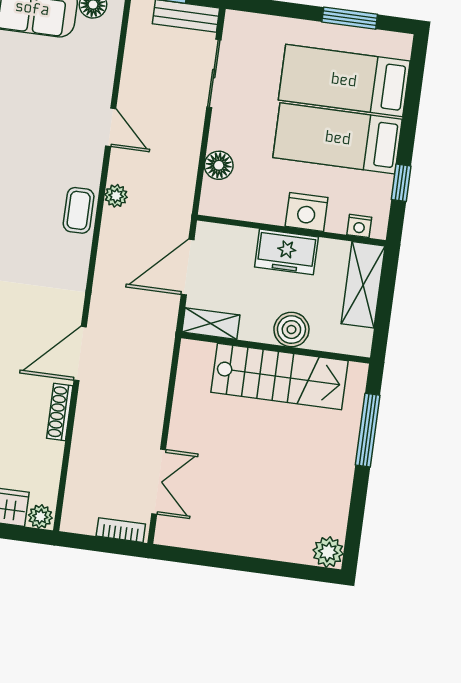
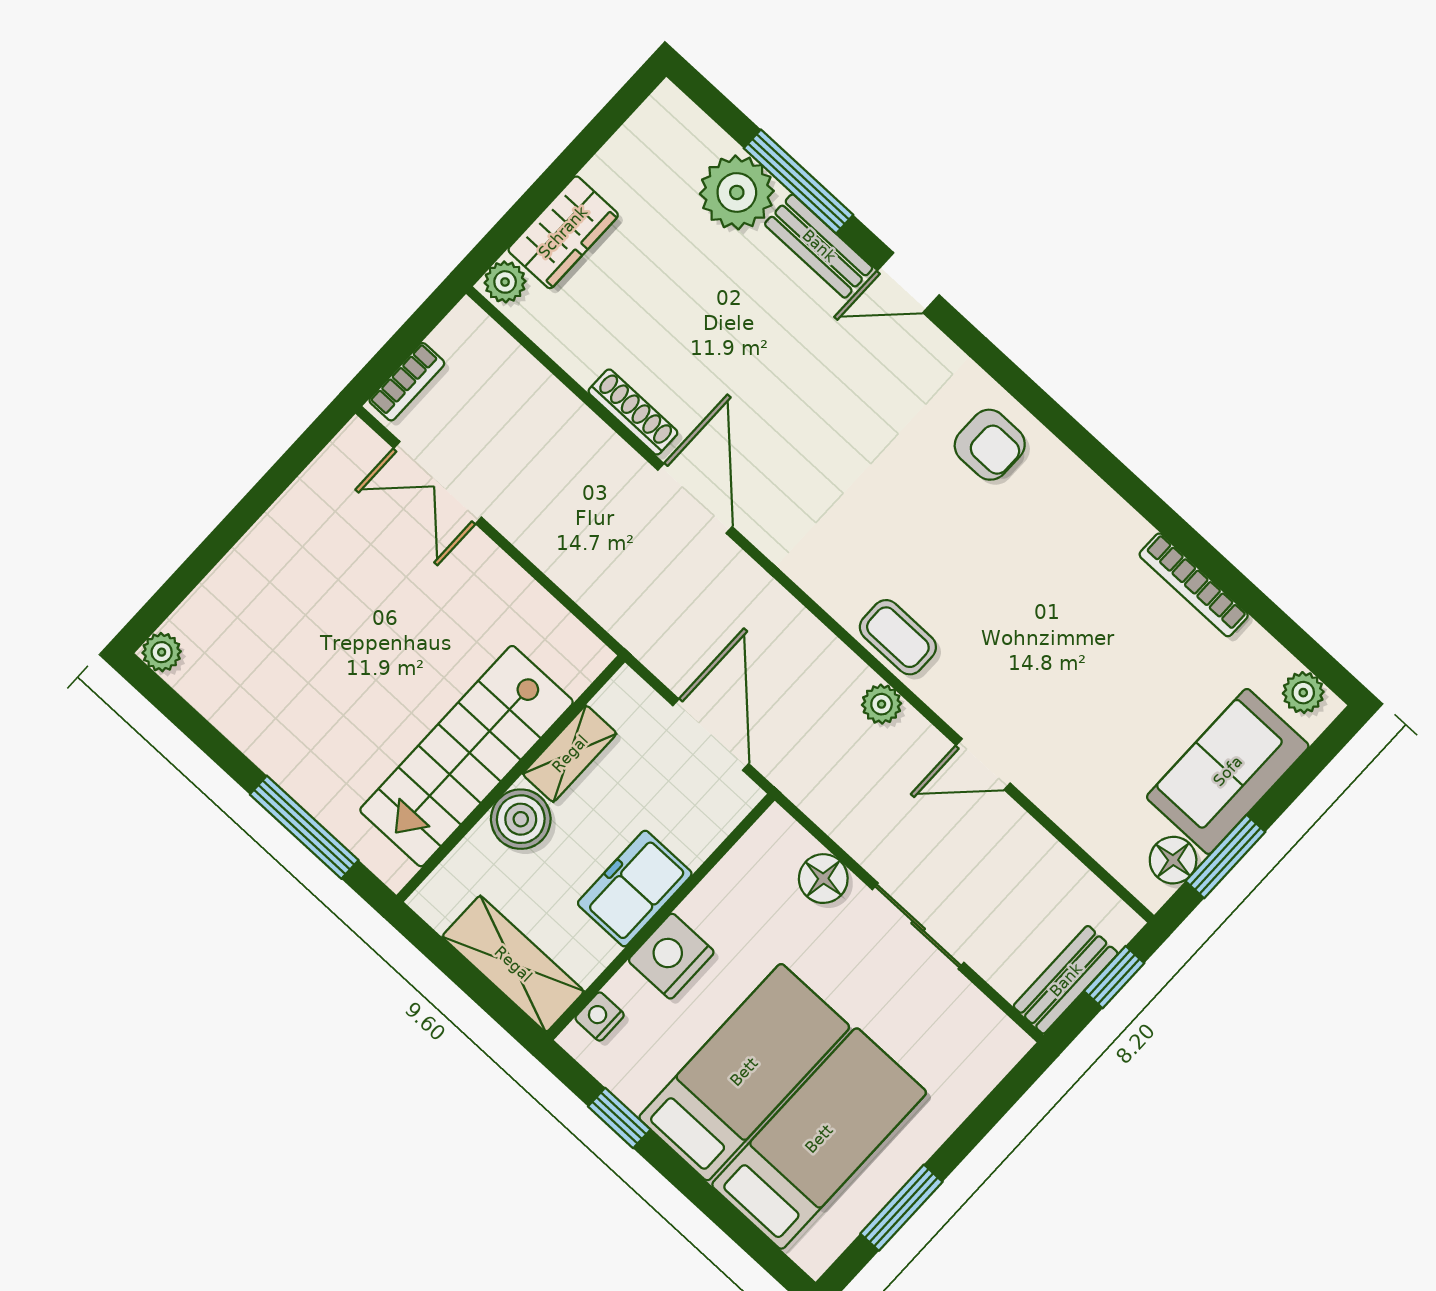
sliding door: (214, 74) -> (918, 926), moved
shelving: (211, 324) -> (570, 754), moved
plant: (328, 552) -> (162, 652), width x0.73, depth x0.73

